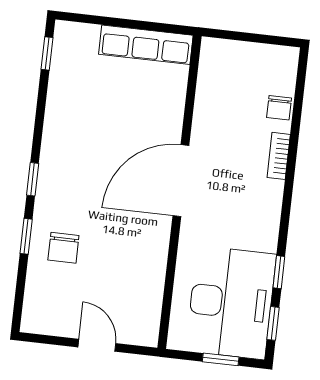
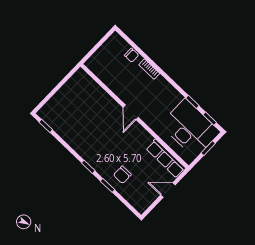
row of seats: (146, 45) -> (166, 158), moved, turned 90
door: (181, 181) -> (131, 112), width x0.53
chair: (63, 248) -> (122, 175), turned 90

